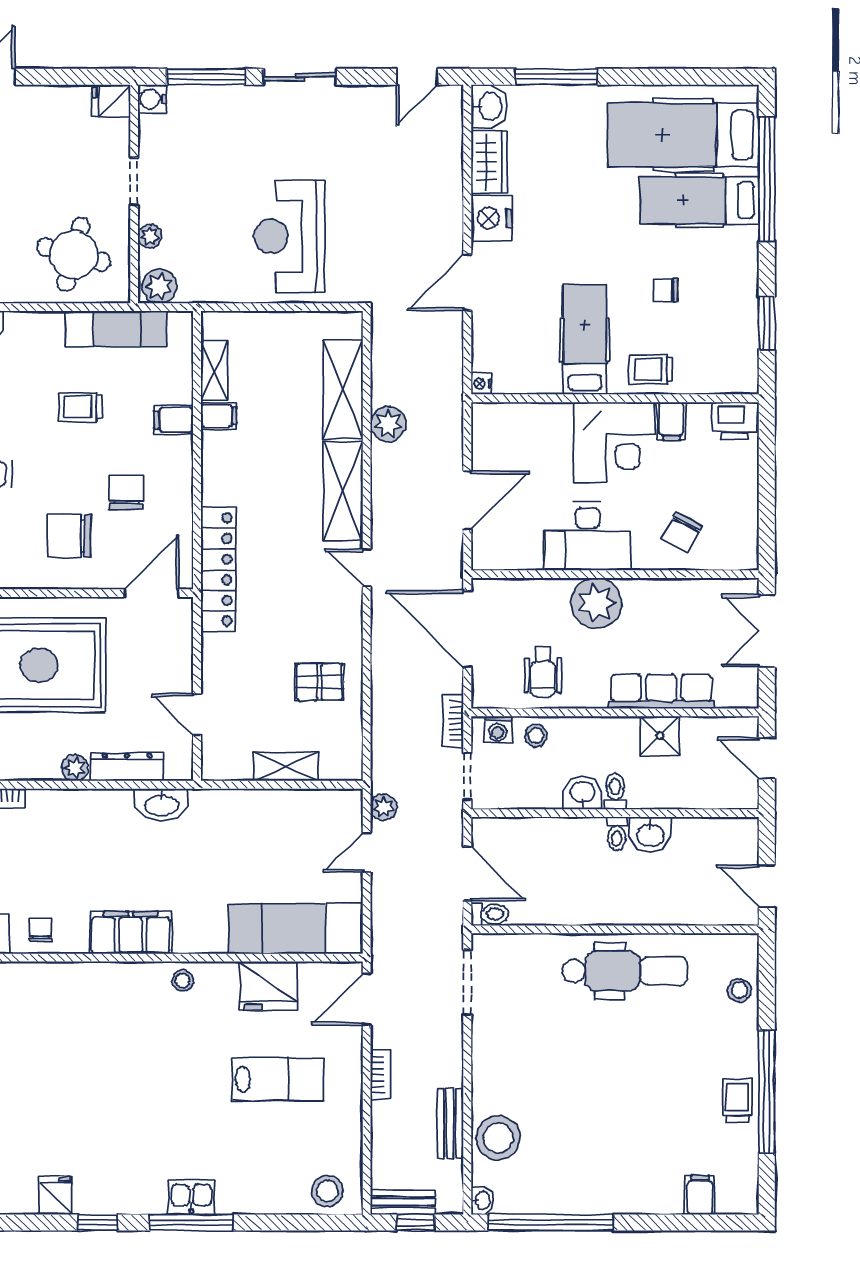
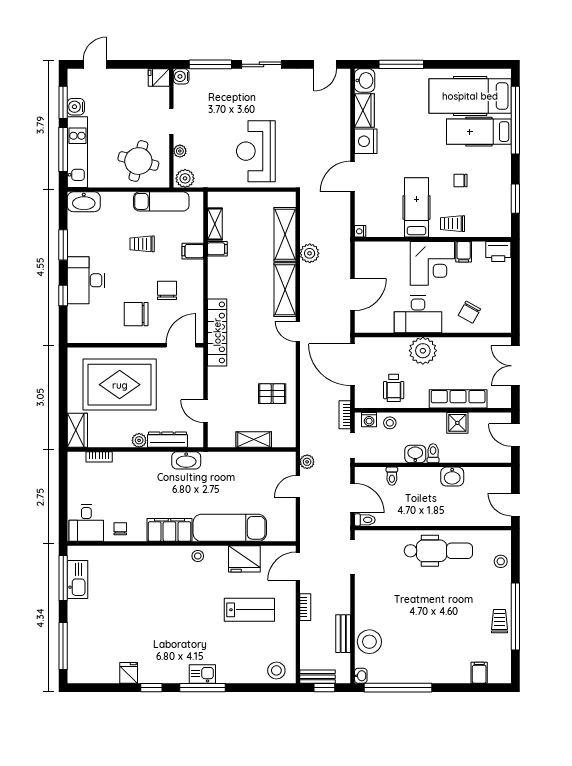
toilet: (617, 834) -> (392, 476), moved
exam couch: (296, 929) -> (230, 528), moved

